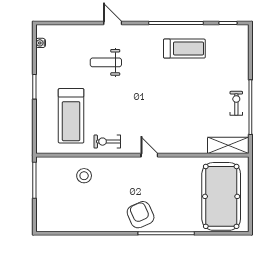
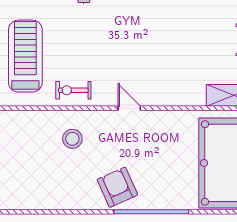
treadmill: (71, 116) -> (25, 56), turned 180
stool: (84, 176) -> (72, 139), moved

